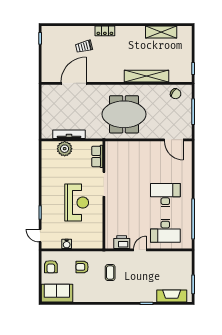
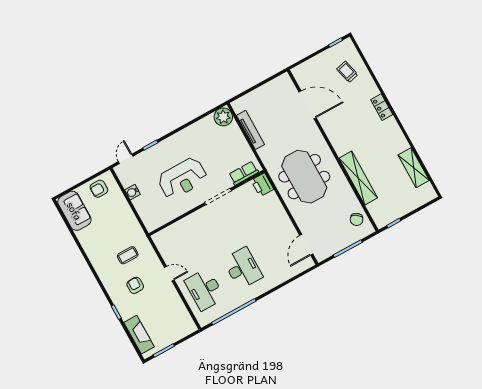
trolley: (84, 46) -> (347, 72), moved
plant: (65, 149) -> (223, 117), moved
printer: (122, 242) -> (262, 185), moved, turned 180
armchair: (82, 267) -> (135, 285), moved

